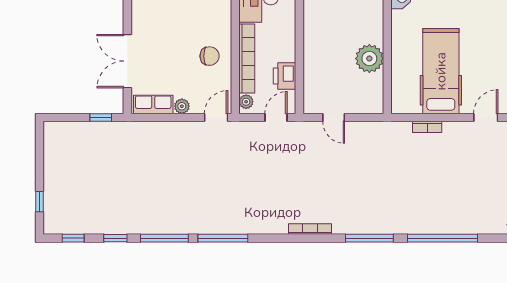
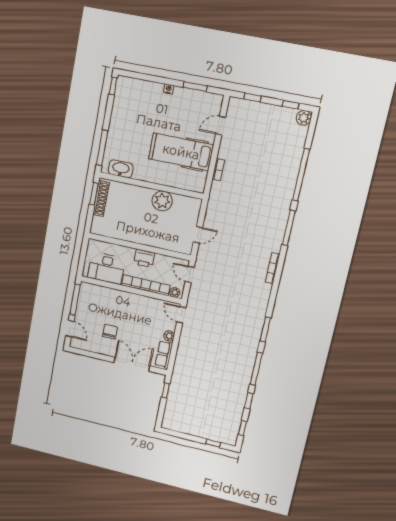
chair: (210, 56) -> (110, 332), moved
double door: (127, 61) -> (132, 364), swing flipped
printer: (285, 76) -> (144, 258), moved
door: (486, 117) -> (221, 126), hinge flipped
window: (223, 238) -> (265, 329), width x0.69

